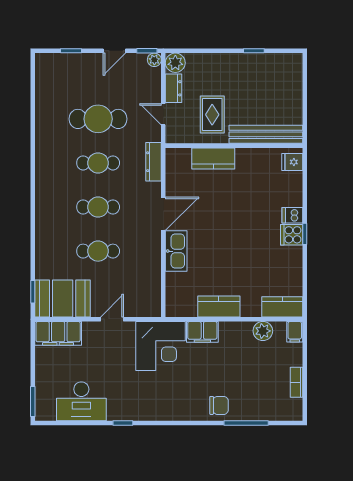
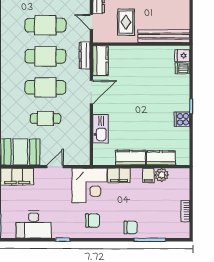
kitchen counter: (213, 158) -> (100, 61), moved, turned -90
cafe table: (98, 163) -> (45, 56), width x1.37, depth x1.35
cafe table: (98, 207) -> (45, 87), width x1.37, depth x1.35
dishwasher: (292, 215) -> (182, 68), moved
cooker: (292, 235) -> (182, 119), moved
kitchen sink: (176, 251) -> (101, 129), moved
kitchen counter: (282, 307) -> (161, 158), moved
filing cabinet: (295, 332) -> (148, 175), moved
chair: (165, 396) -> (93, 221), added

